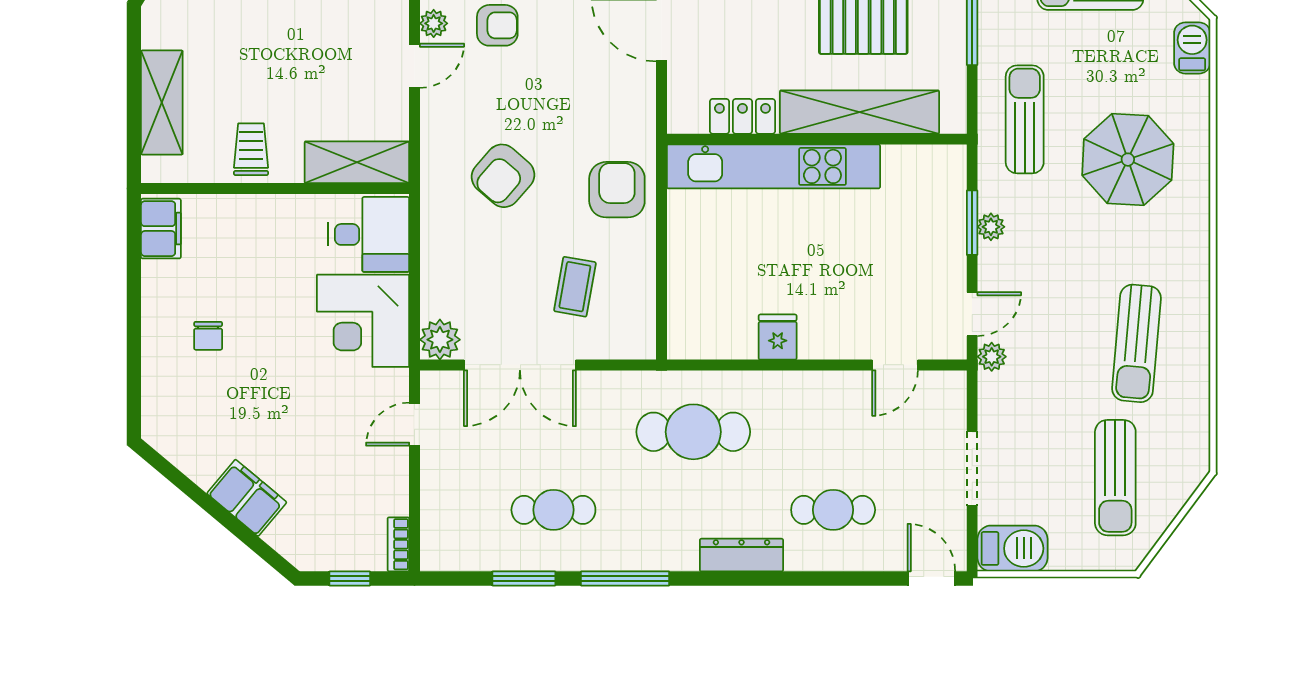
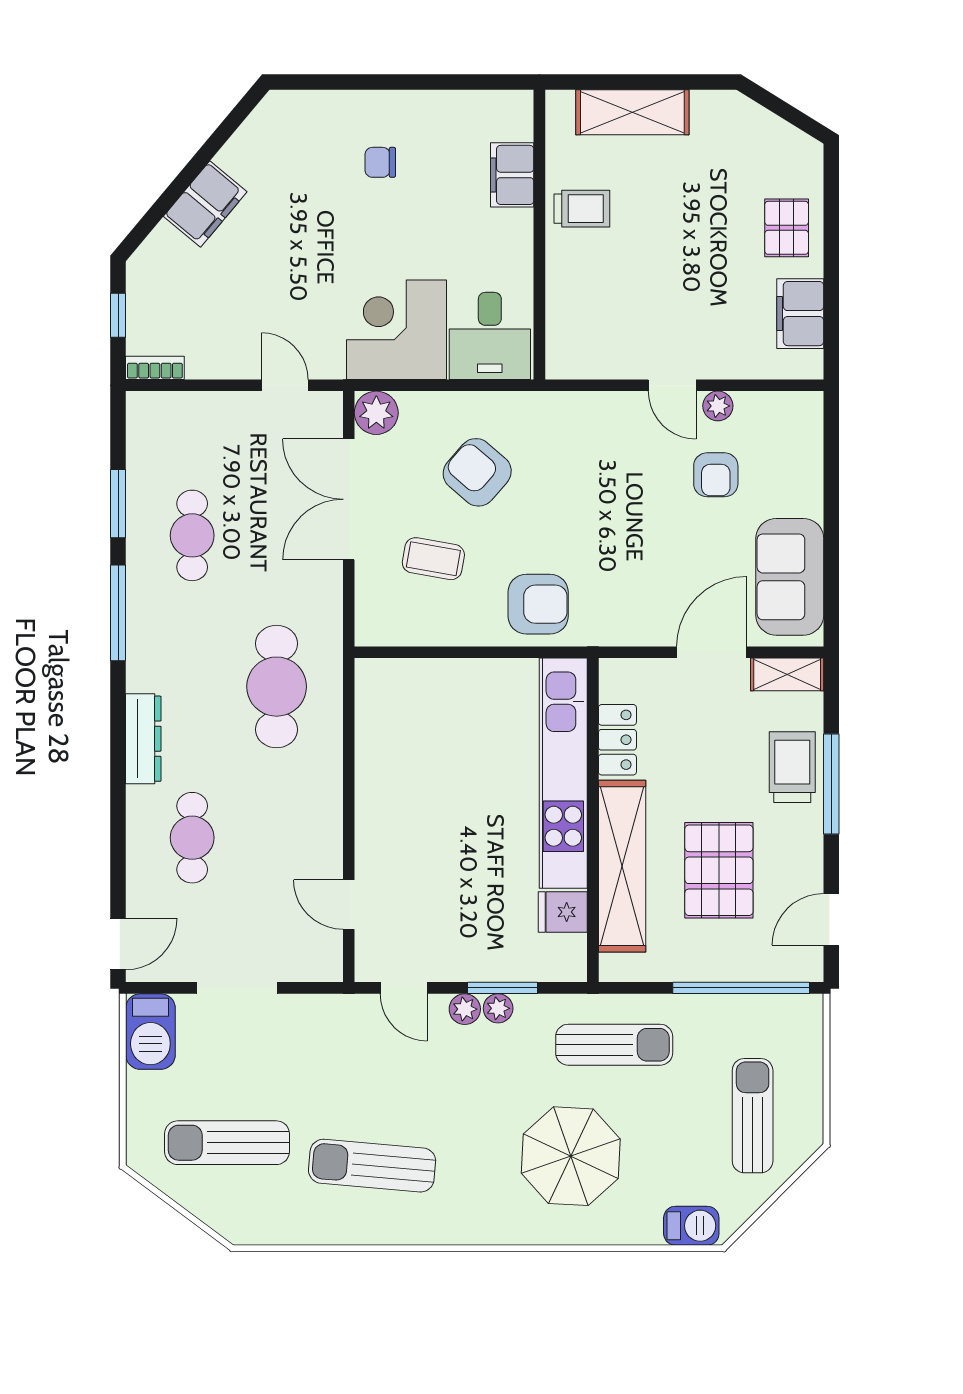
shelving: (357, 162) -> (568, 323), removed
armchair: (503, 176) -> (477, 472), moved
filing cabinet: (161, 229) -> (512, 175), moved, turned 90
fridge: (778, 337) -> (563, 912), moved, turned 180
plant: (992, 357) -> (465, 1009), moved

